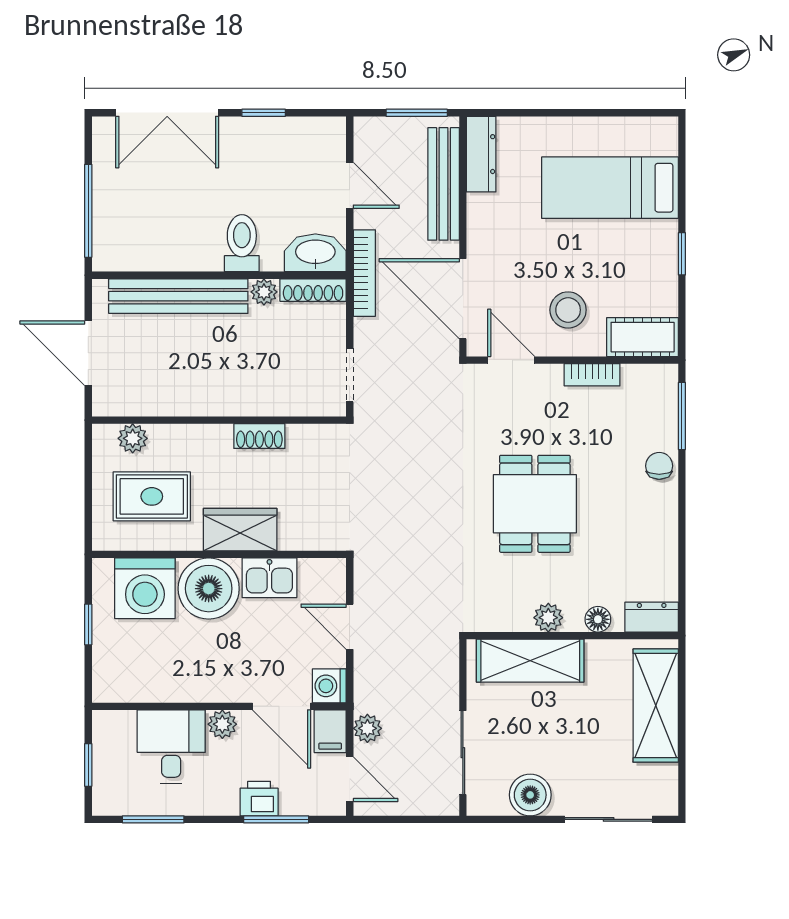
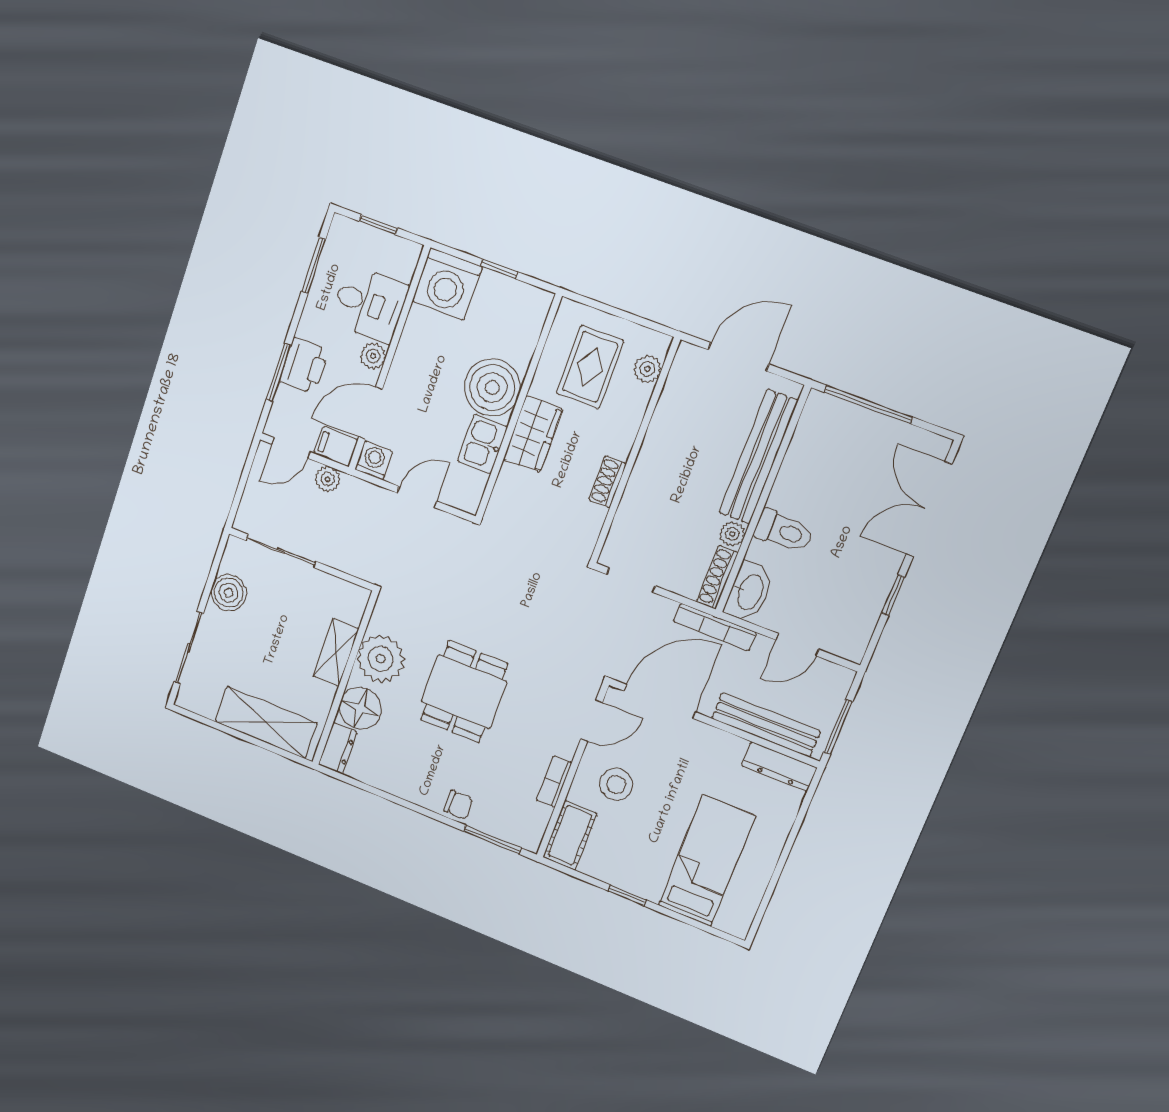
dining table: (535, 504) -> (464, 692), turned 90
washing machine: (145, 588) -> (447, 284), moved, turned -90
plant: (548, 618) -> (381, 659), width x1.87, depth x1.87
floor lamp: (598, 619) -> (360, 708), width x1.89, depth x1.89
shelving: (530, 661) -> (336, 652), width x0.67, depth x0.75
printer: (259, 799) -> (304, 366), width x1.36, depth x1.24

